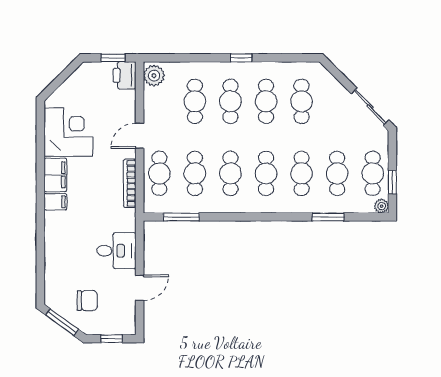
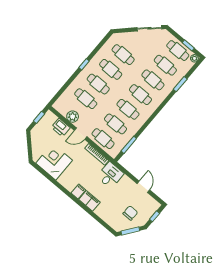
printer: (125, 75) -> (61, 127), moved
plant: (154, 76) -> (73, 117), moved
door: (140, 136) -> (81, 134), hinge flipped
filing cabinet: (55, 175) -> (89, 201), moved
desk: (116, 251) -> (110, 175), moved

